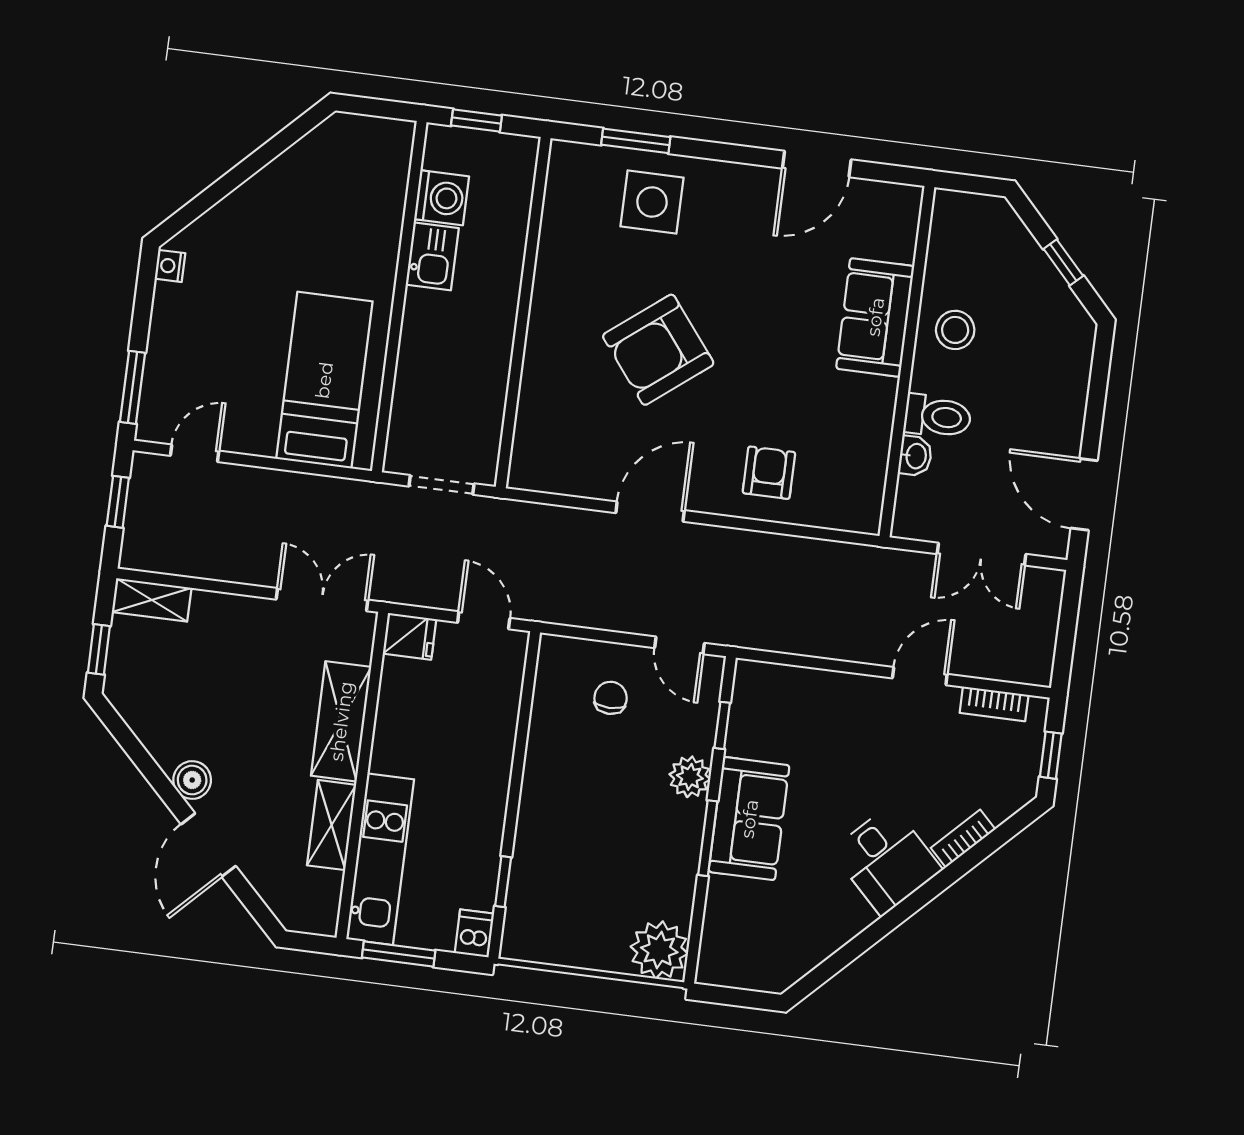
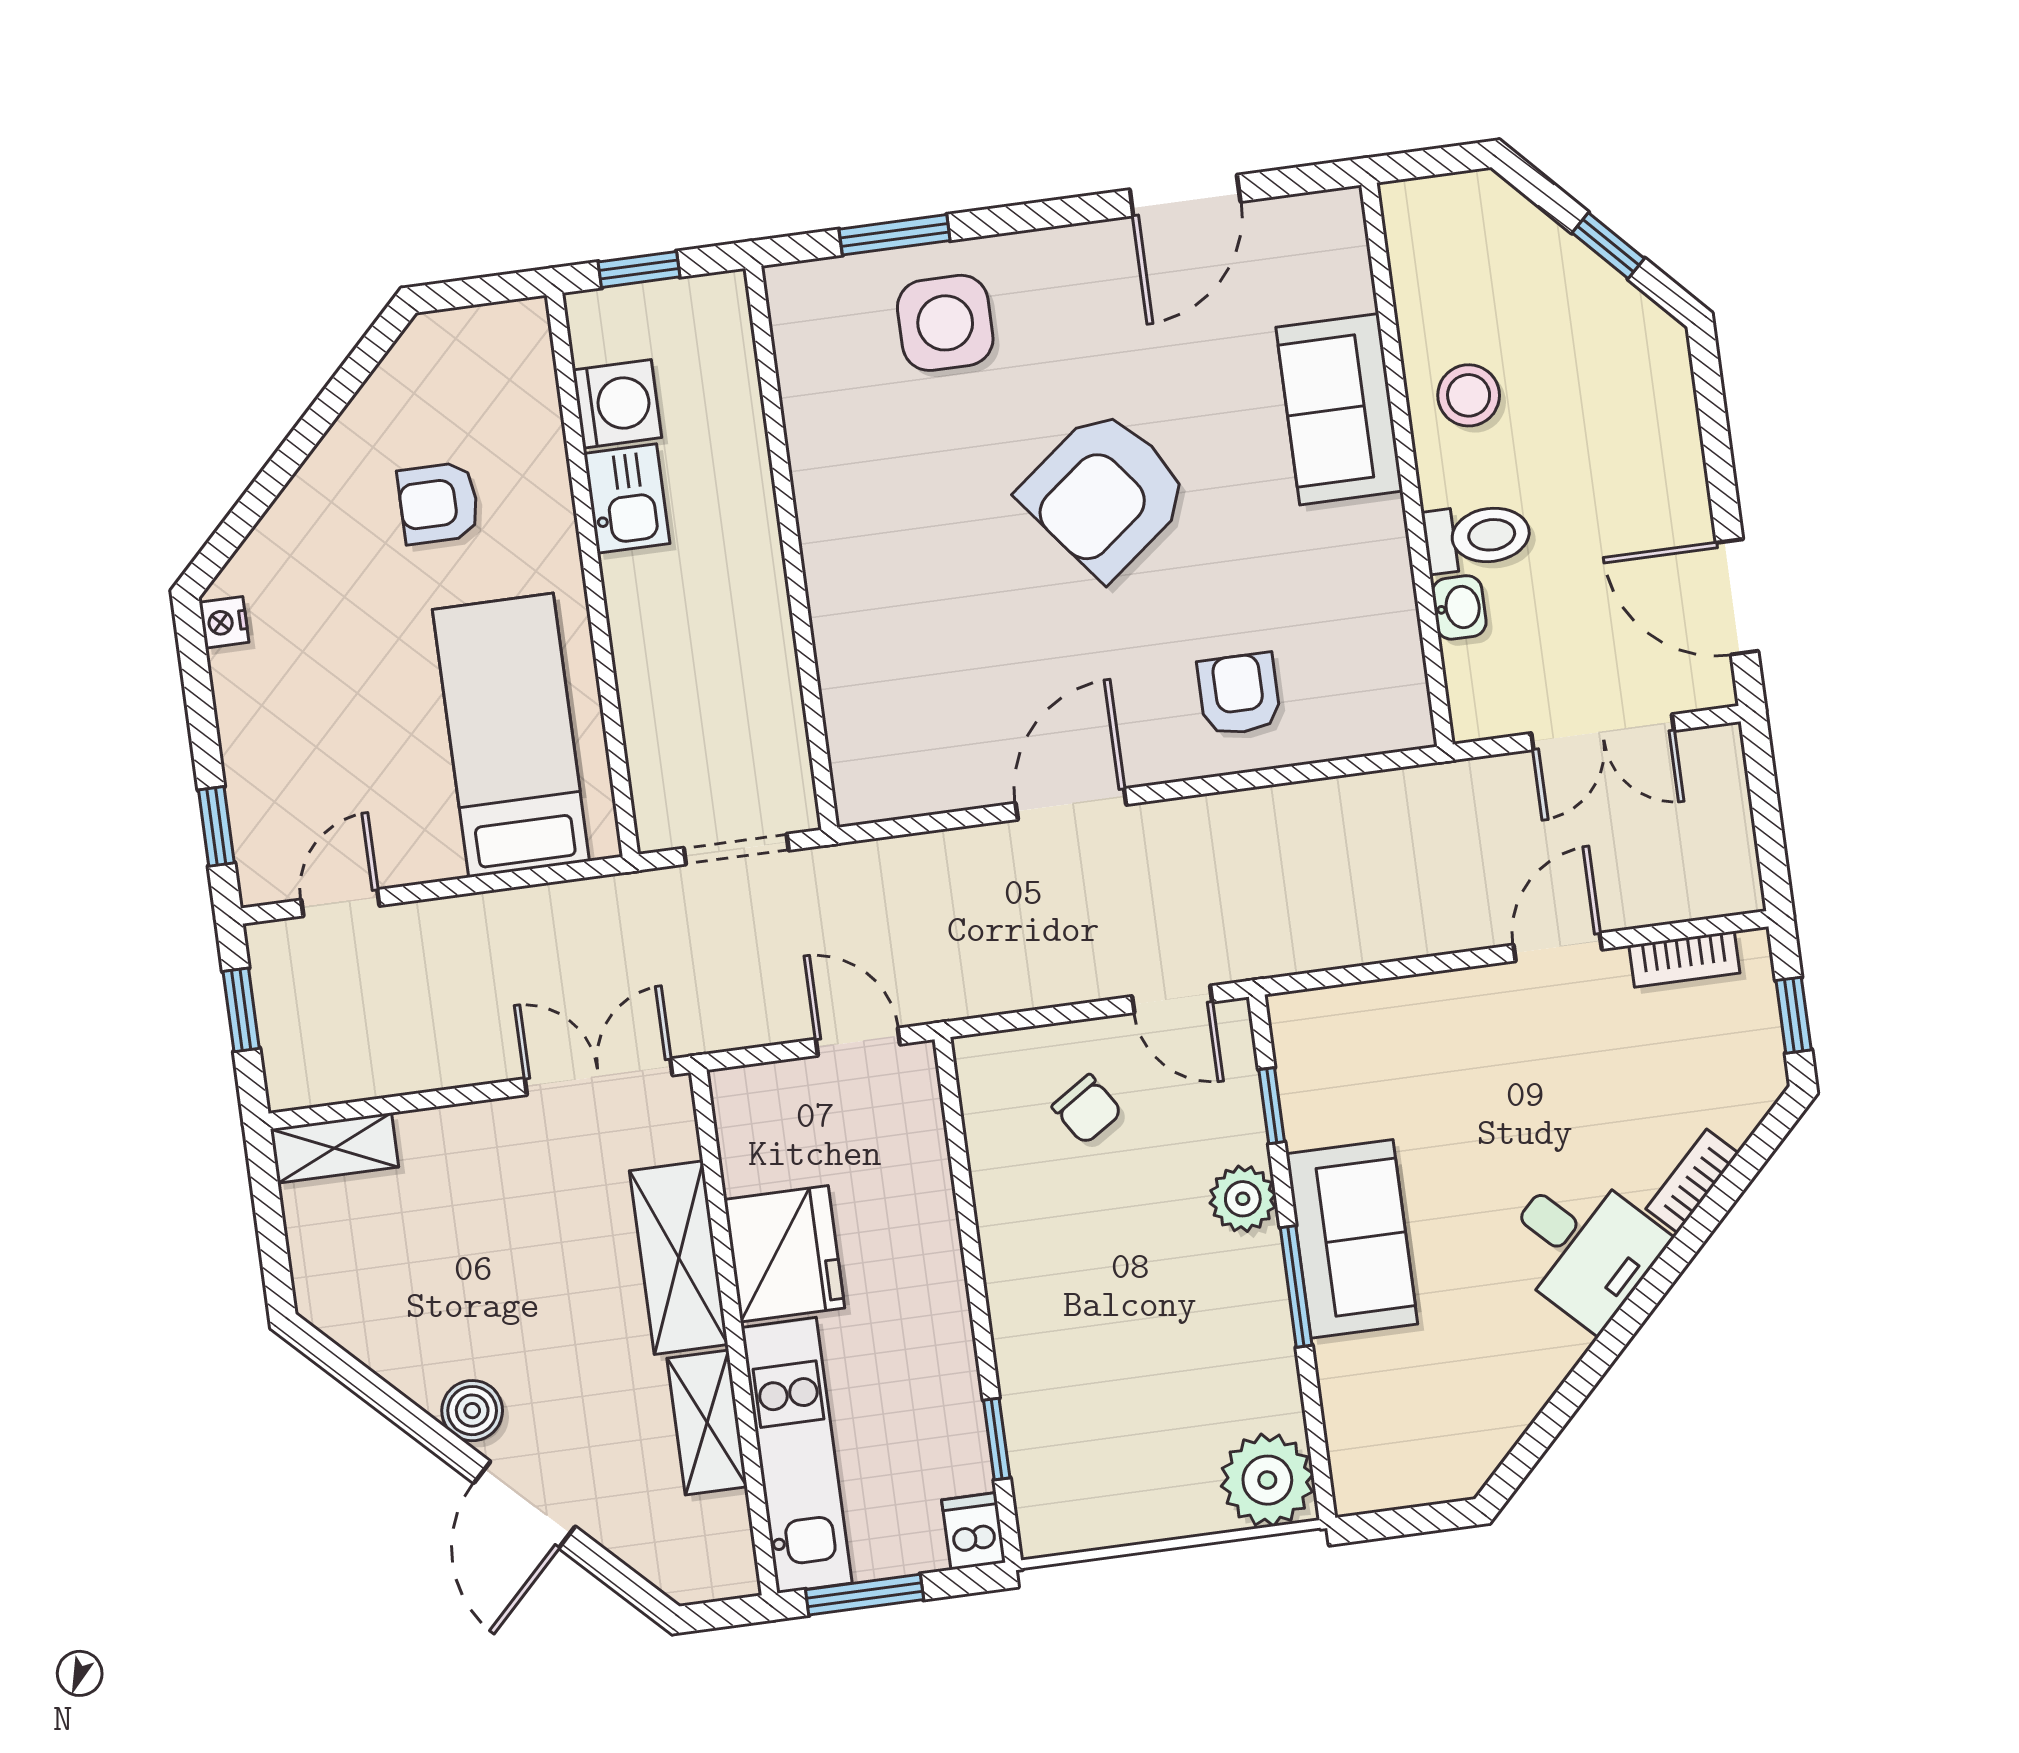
armchair: (318, 229) -> (439, 503), added
armchair: (658, 350) -> (1105, 493), moved
window: (132, 387) -> (216, 826), width x0.67
fridge: (410, 636) -> (784, 1254), moved, width x1.88, depth x1.34
window: (99, 649) -> (273, 1247), removed
chair: (611, 698) -> (1087, 1109), turned 147

